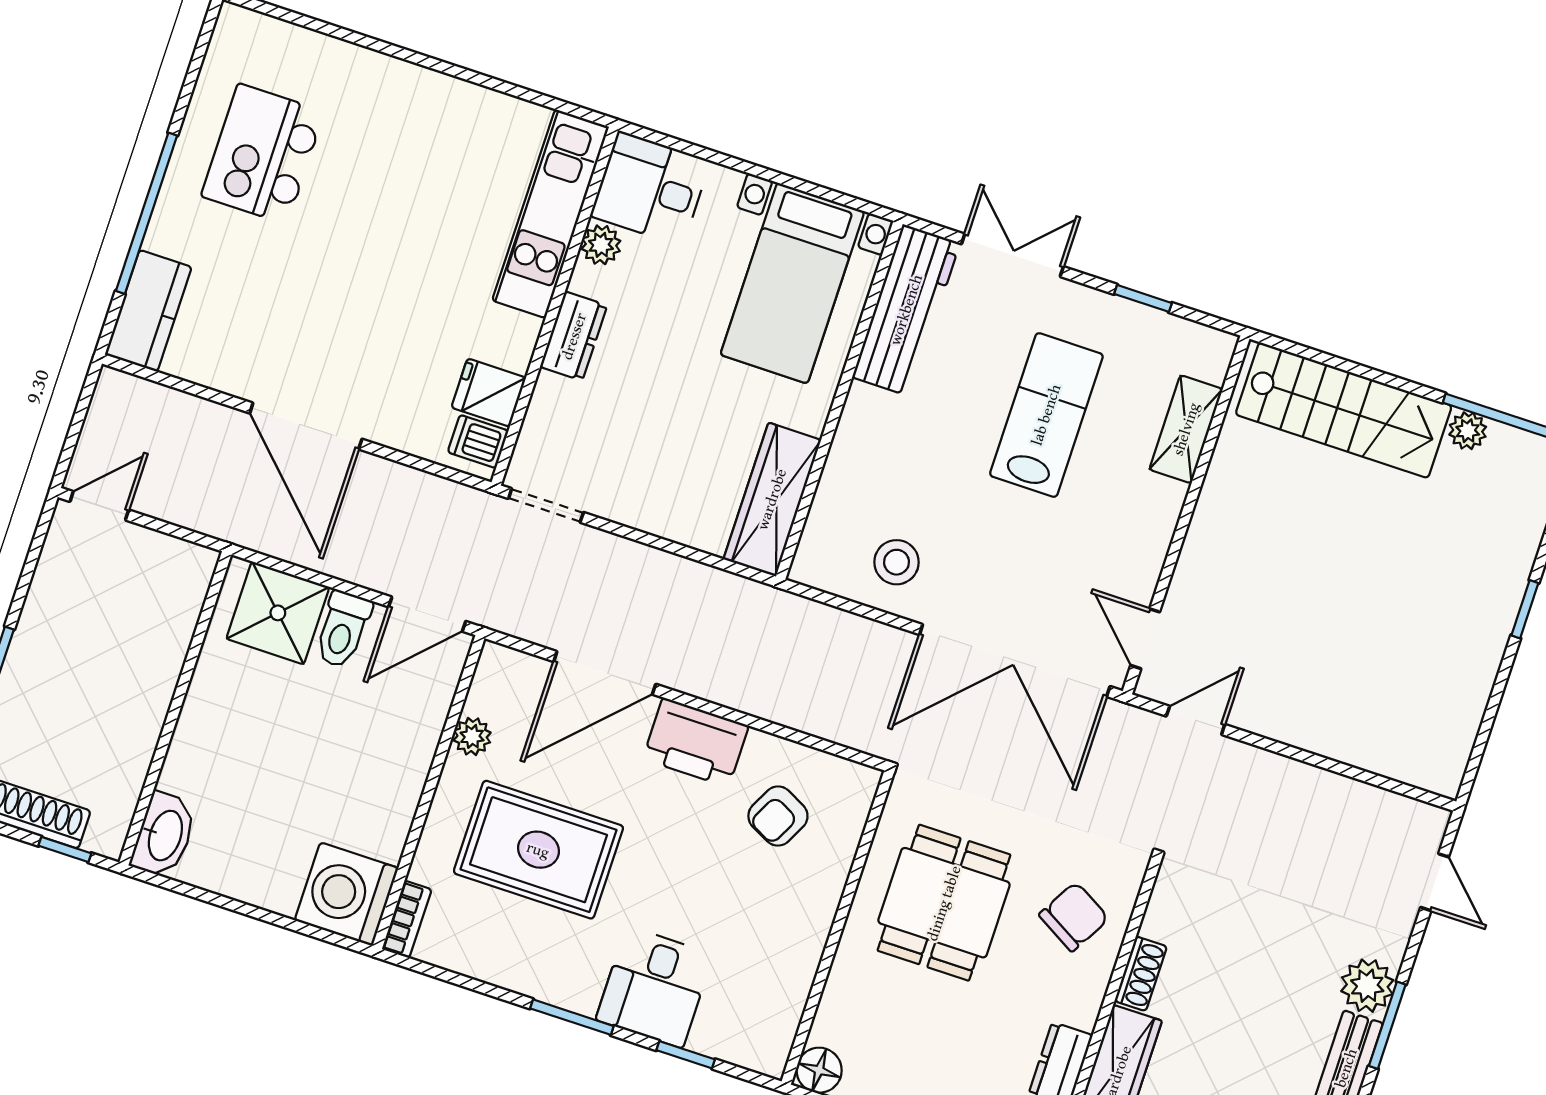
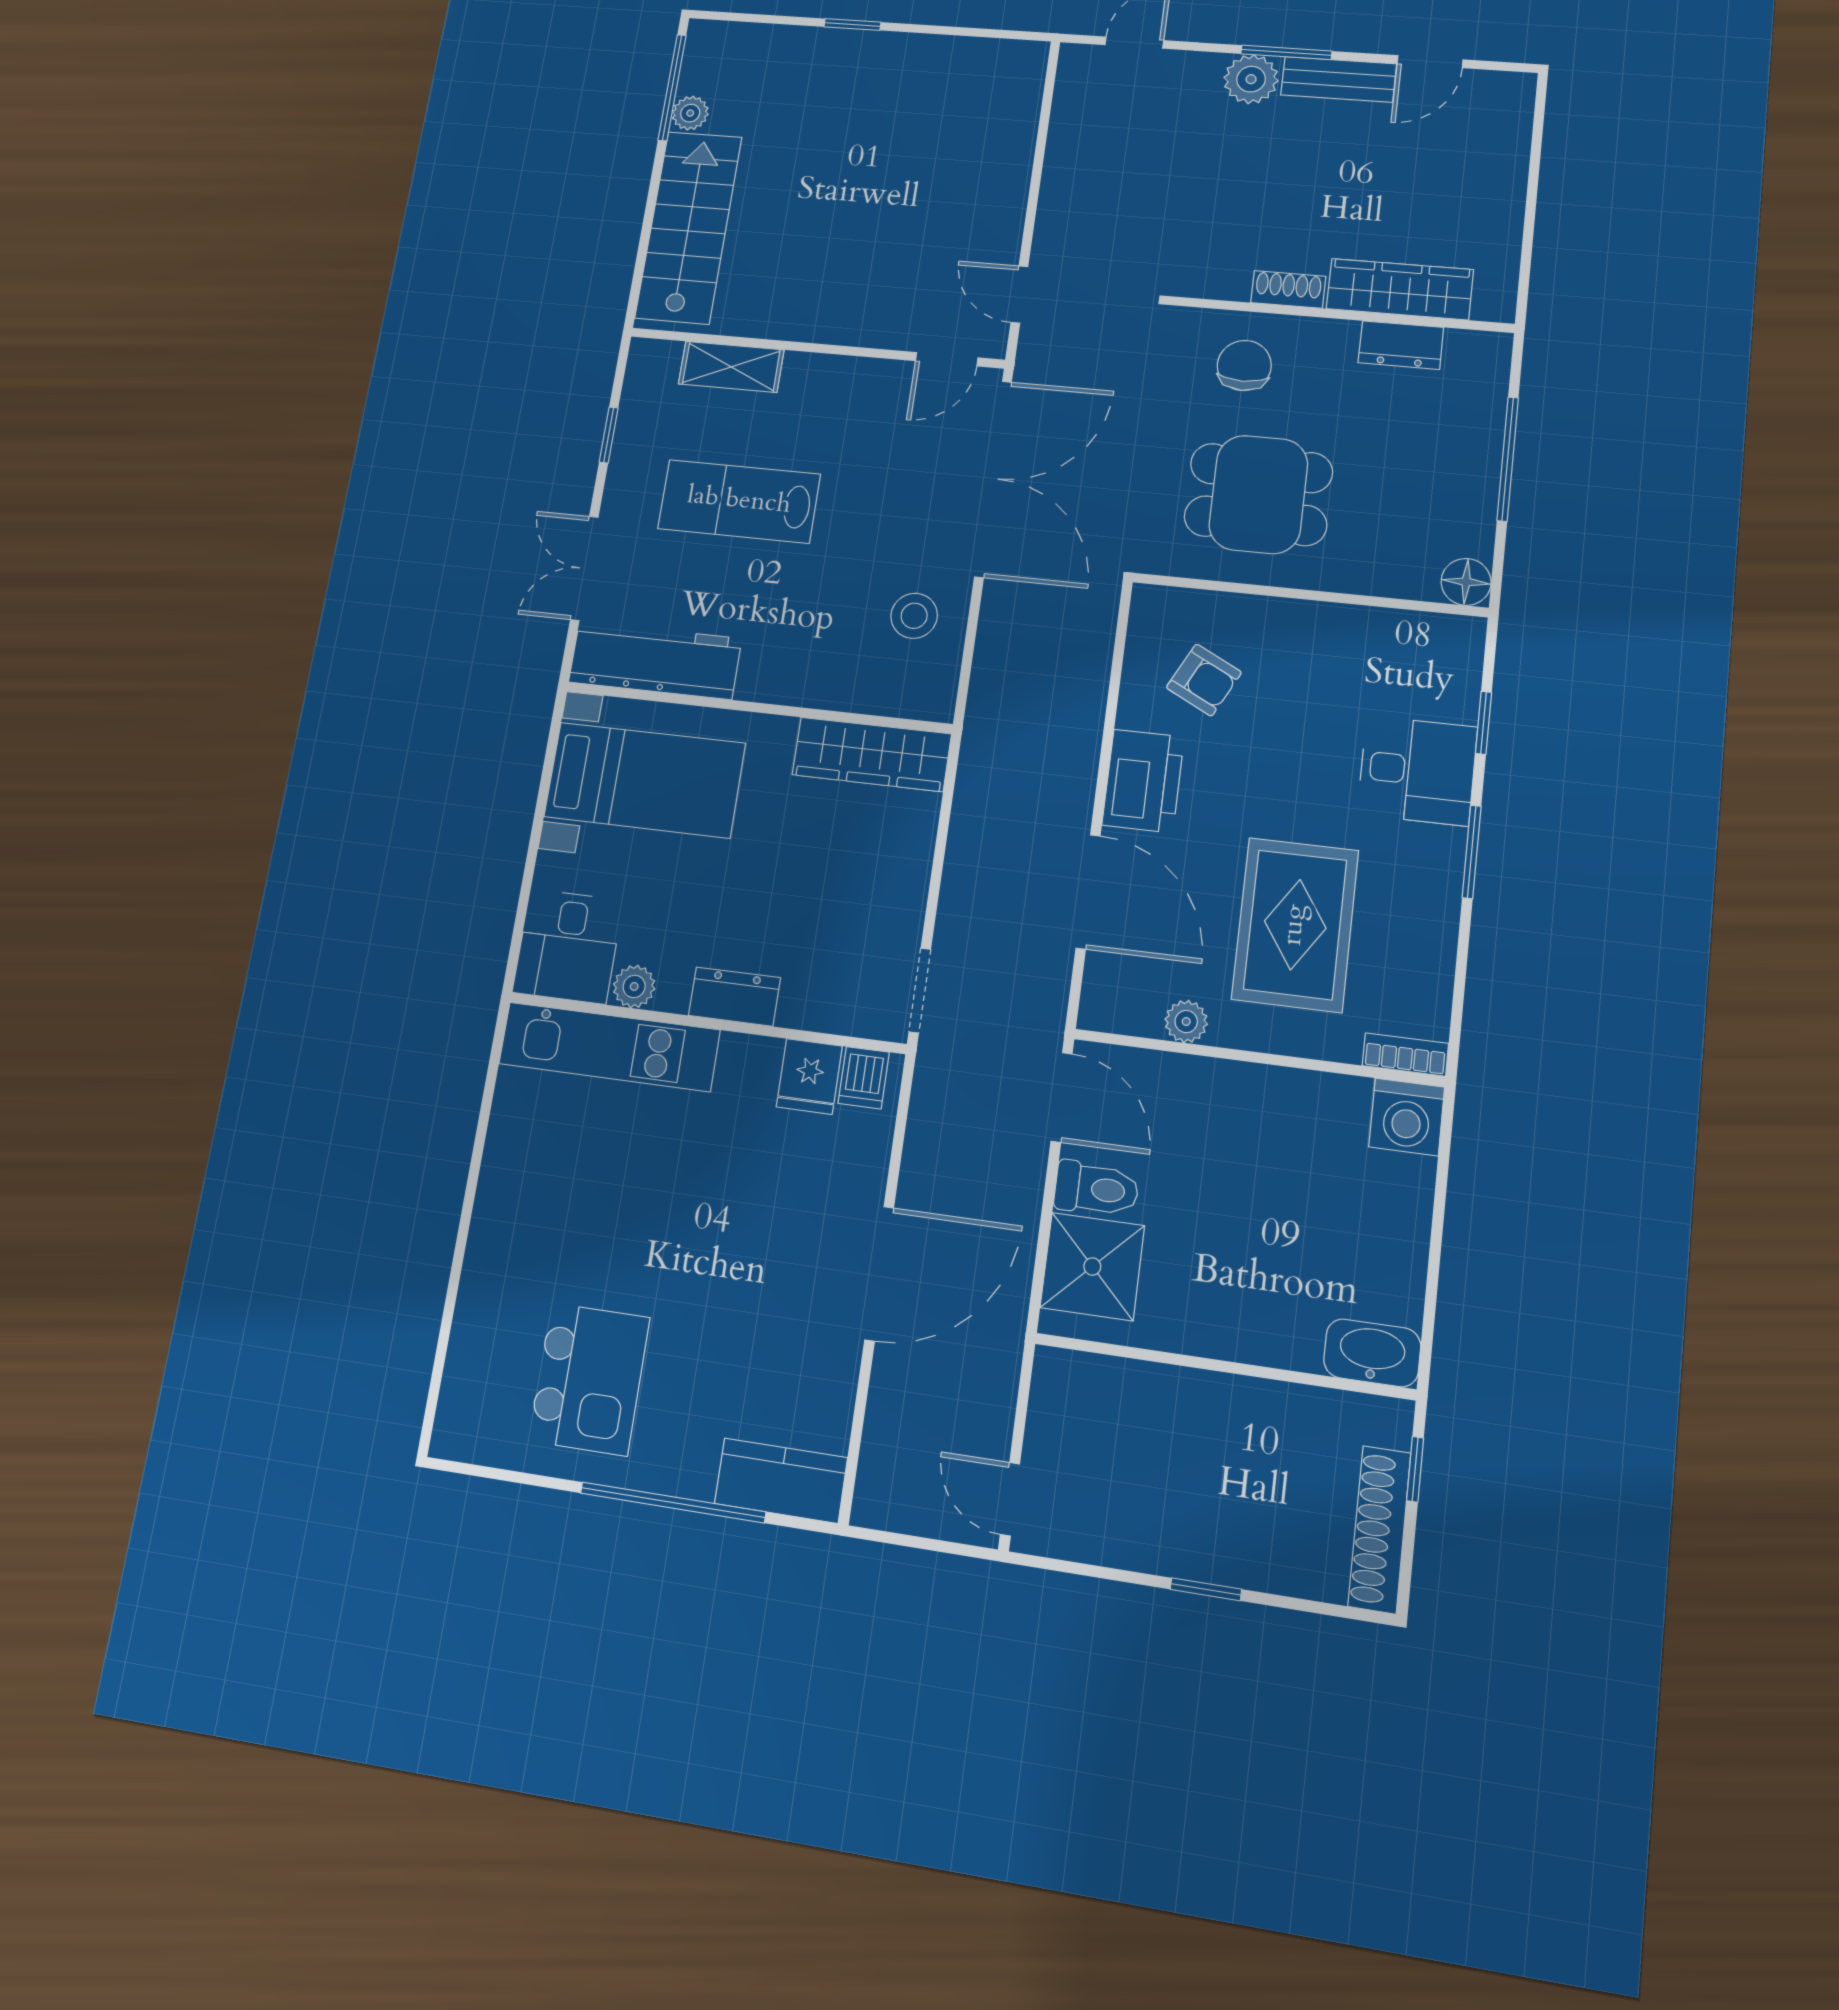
kitchen island: (263, 154) -> (589, 1379), turned -90
washing machine: (346, 894) -> (1407, 1117), width x0.73, depth x0.73
chair: (1074, 917) -> (1244, 365), turned 60

